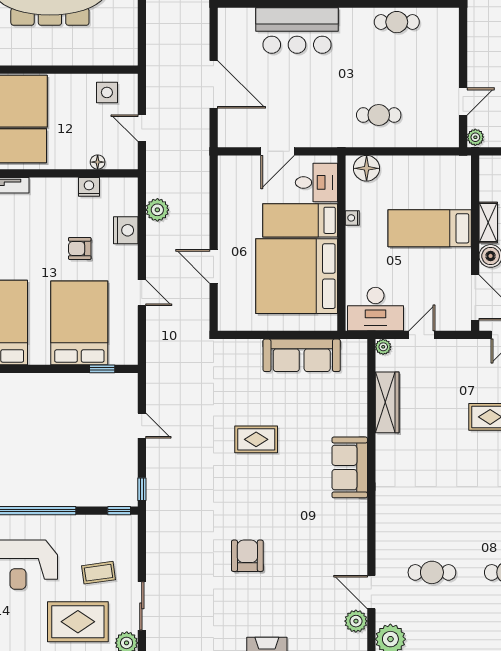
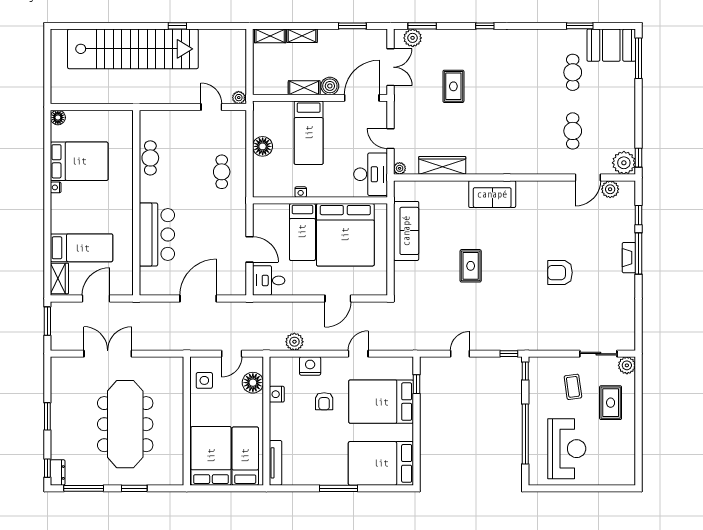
floor lamp: (98, 162) -> (253, 383), width x1.89, depth x1.89
floor lamp: (367, 168) -> (263, 146), moved
desk: (316, 182) -> (269, 280), moved, turned -90
rug: (78, 622) -> (611, 403), width x0.73, depth x0.70

